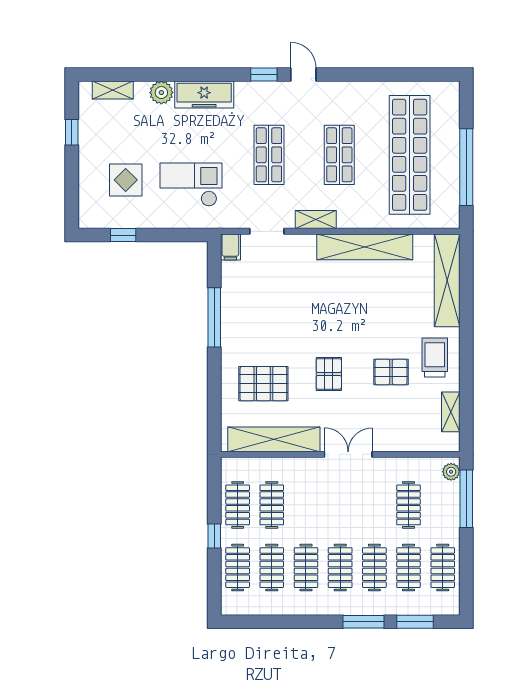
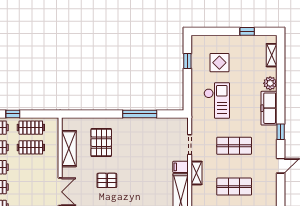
window: (264, 74) -> (281, 132), moved
filing cabinet: (230, 247) -> (181, 167), moved
shelving: (274, 439) -> (69, 149), width x0.68

